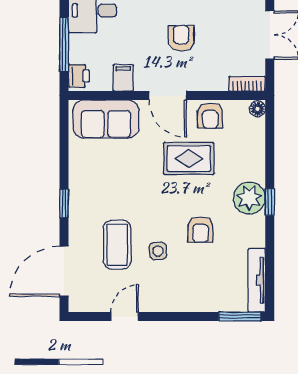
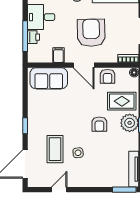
armchair: (181, 38) -> (91, 33), width x1.88, depth x1.88
printer: (79, 76) -> (33, 37), moved
rug: (189, 159) -> (122, 101), moved
armchair: (201, 230) -> (99, 124), moved

